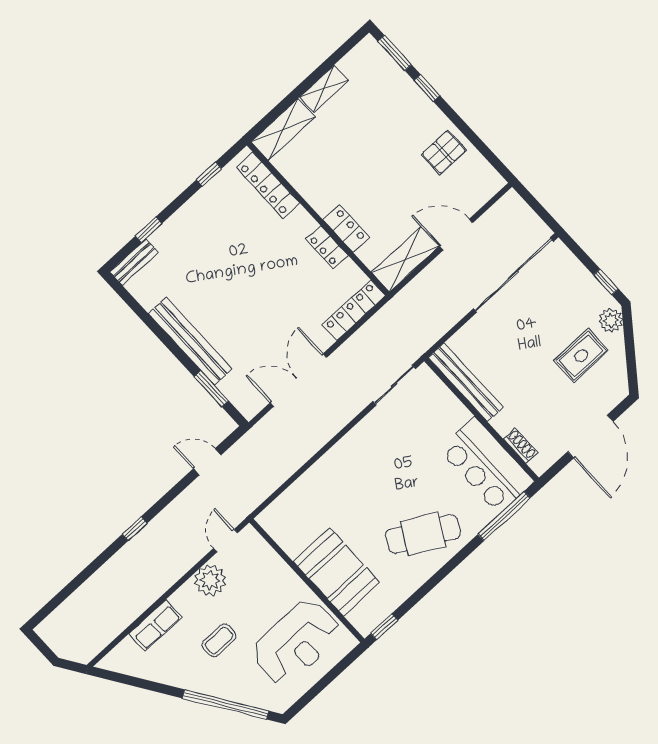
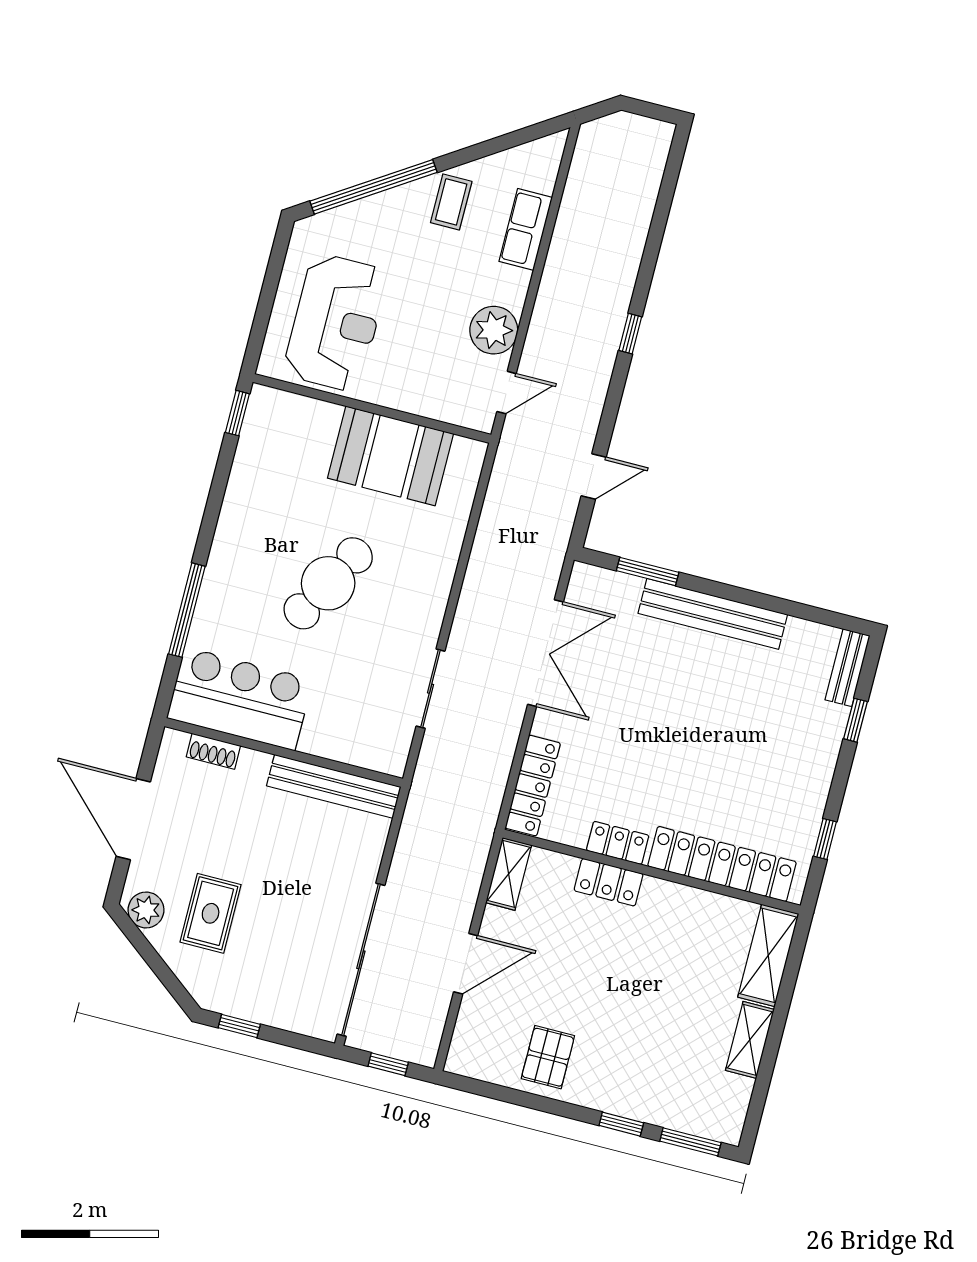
locker: (268, 185) -> (722, 864), width x1.41, depth x1.21
window: (536, 206) -> (388, 1064), added
shelving: (405, 259) -> (509, 874), width x0.67, depth x0.75
plant: (611, 320) -> (146, 910), moved
sliding door: (394, 385) -> (431, 689), moved
window: (504, 516) -> (187, 610), moved
cafe table: (423, 534) -> (328, 583), moved
door: (226, 541) -> (507, 393), hinge flipped
booth: (336, 572) -> (390, 456), moved
coffee table: (219, 640) -> (451, 202), moved
reception desk: (296, 642) -> (336, 323), turned 180

